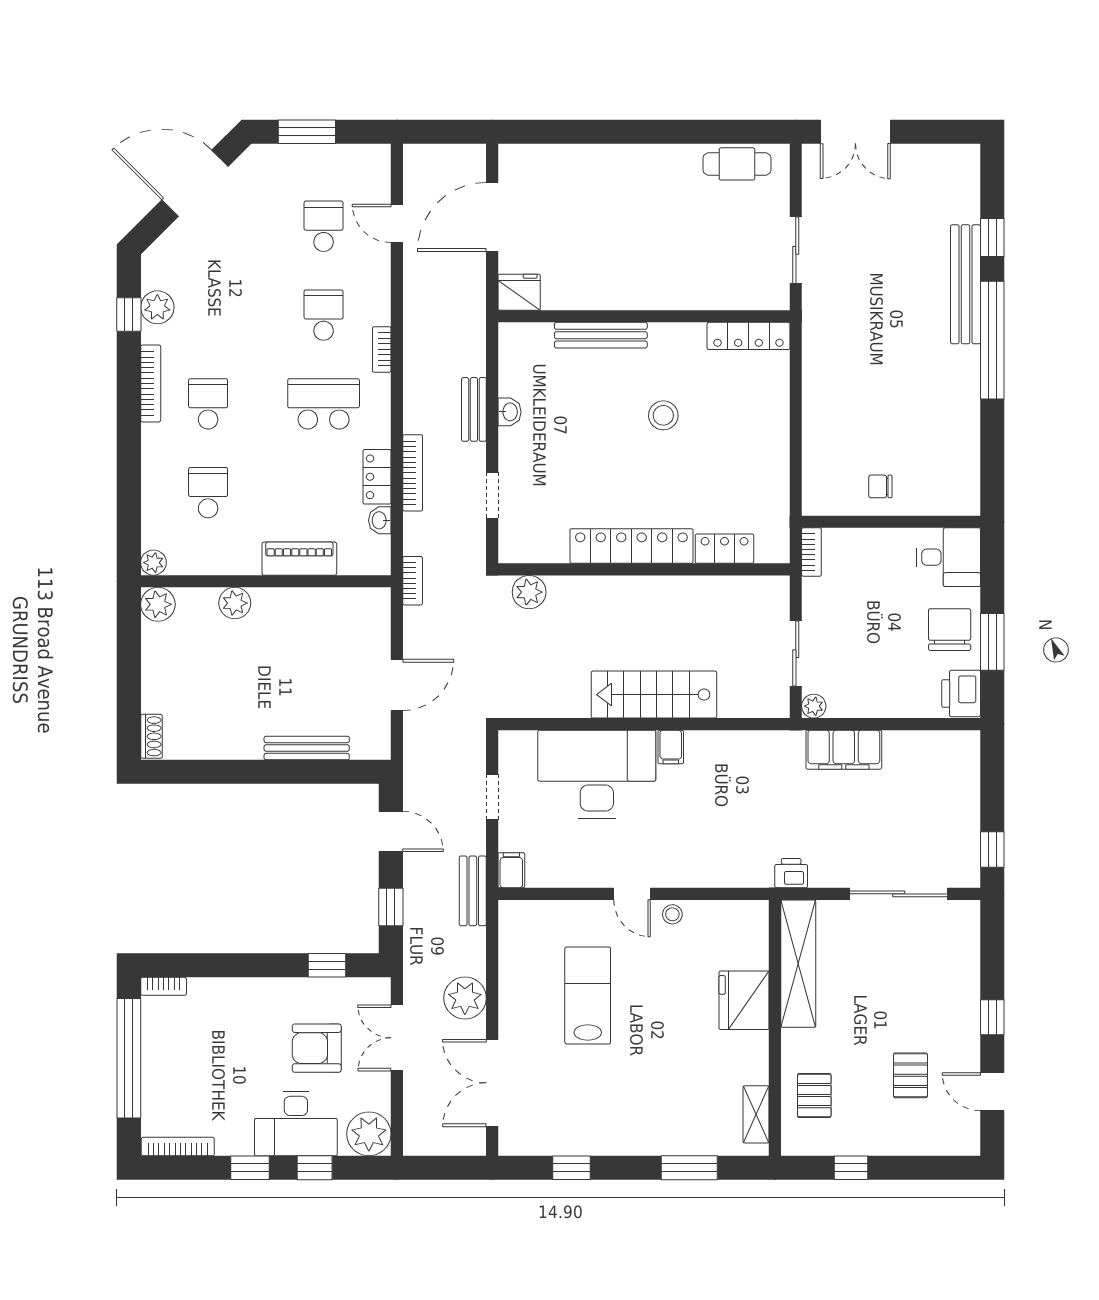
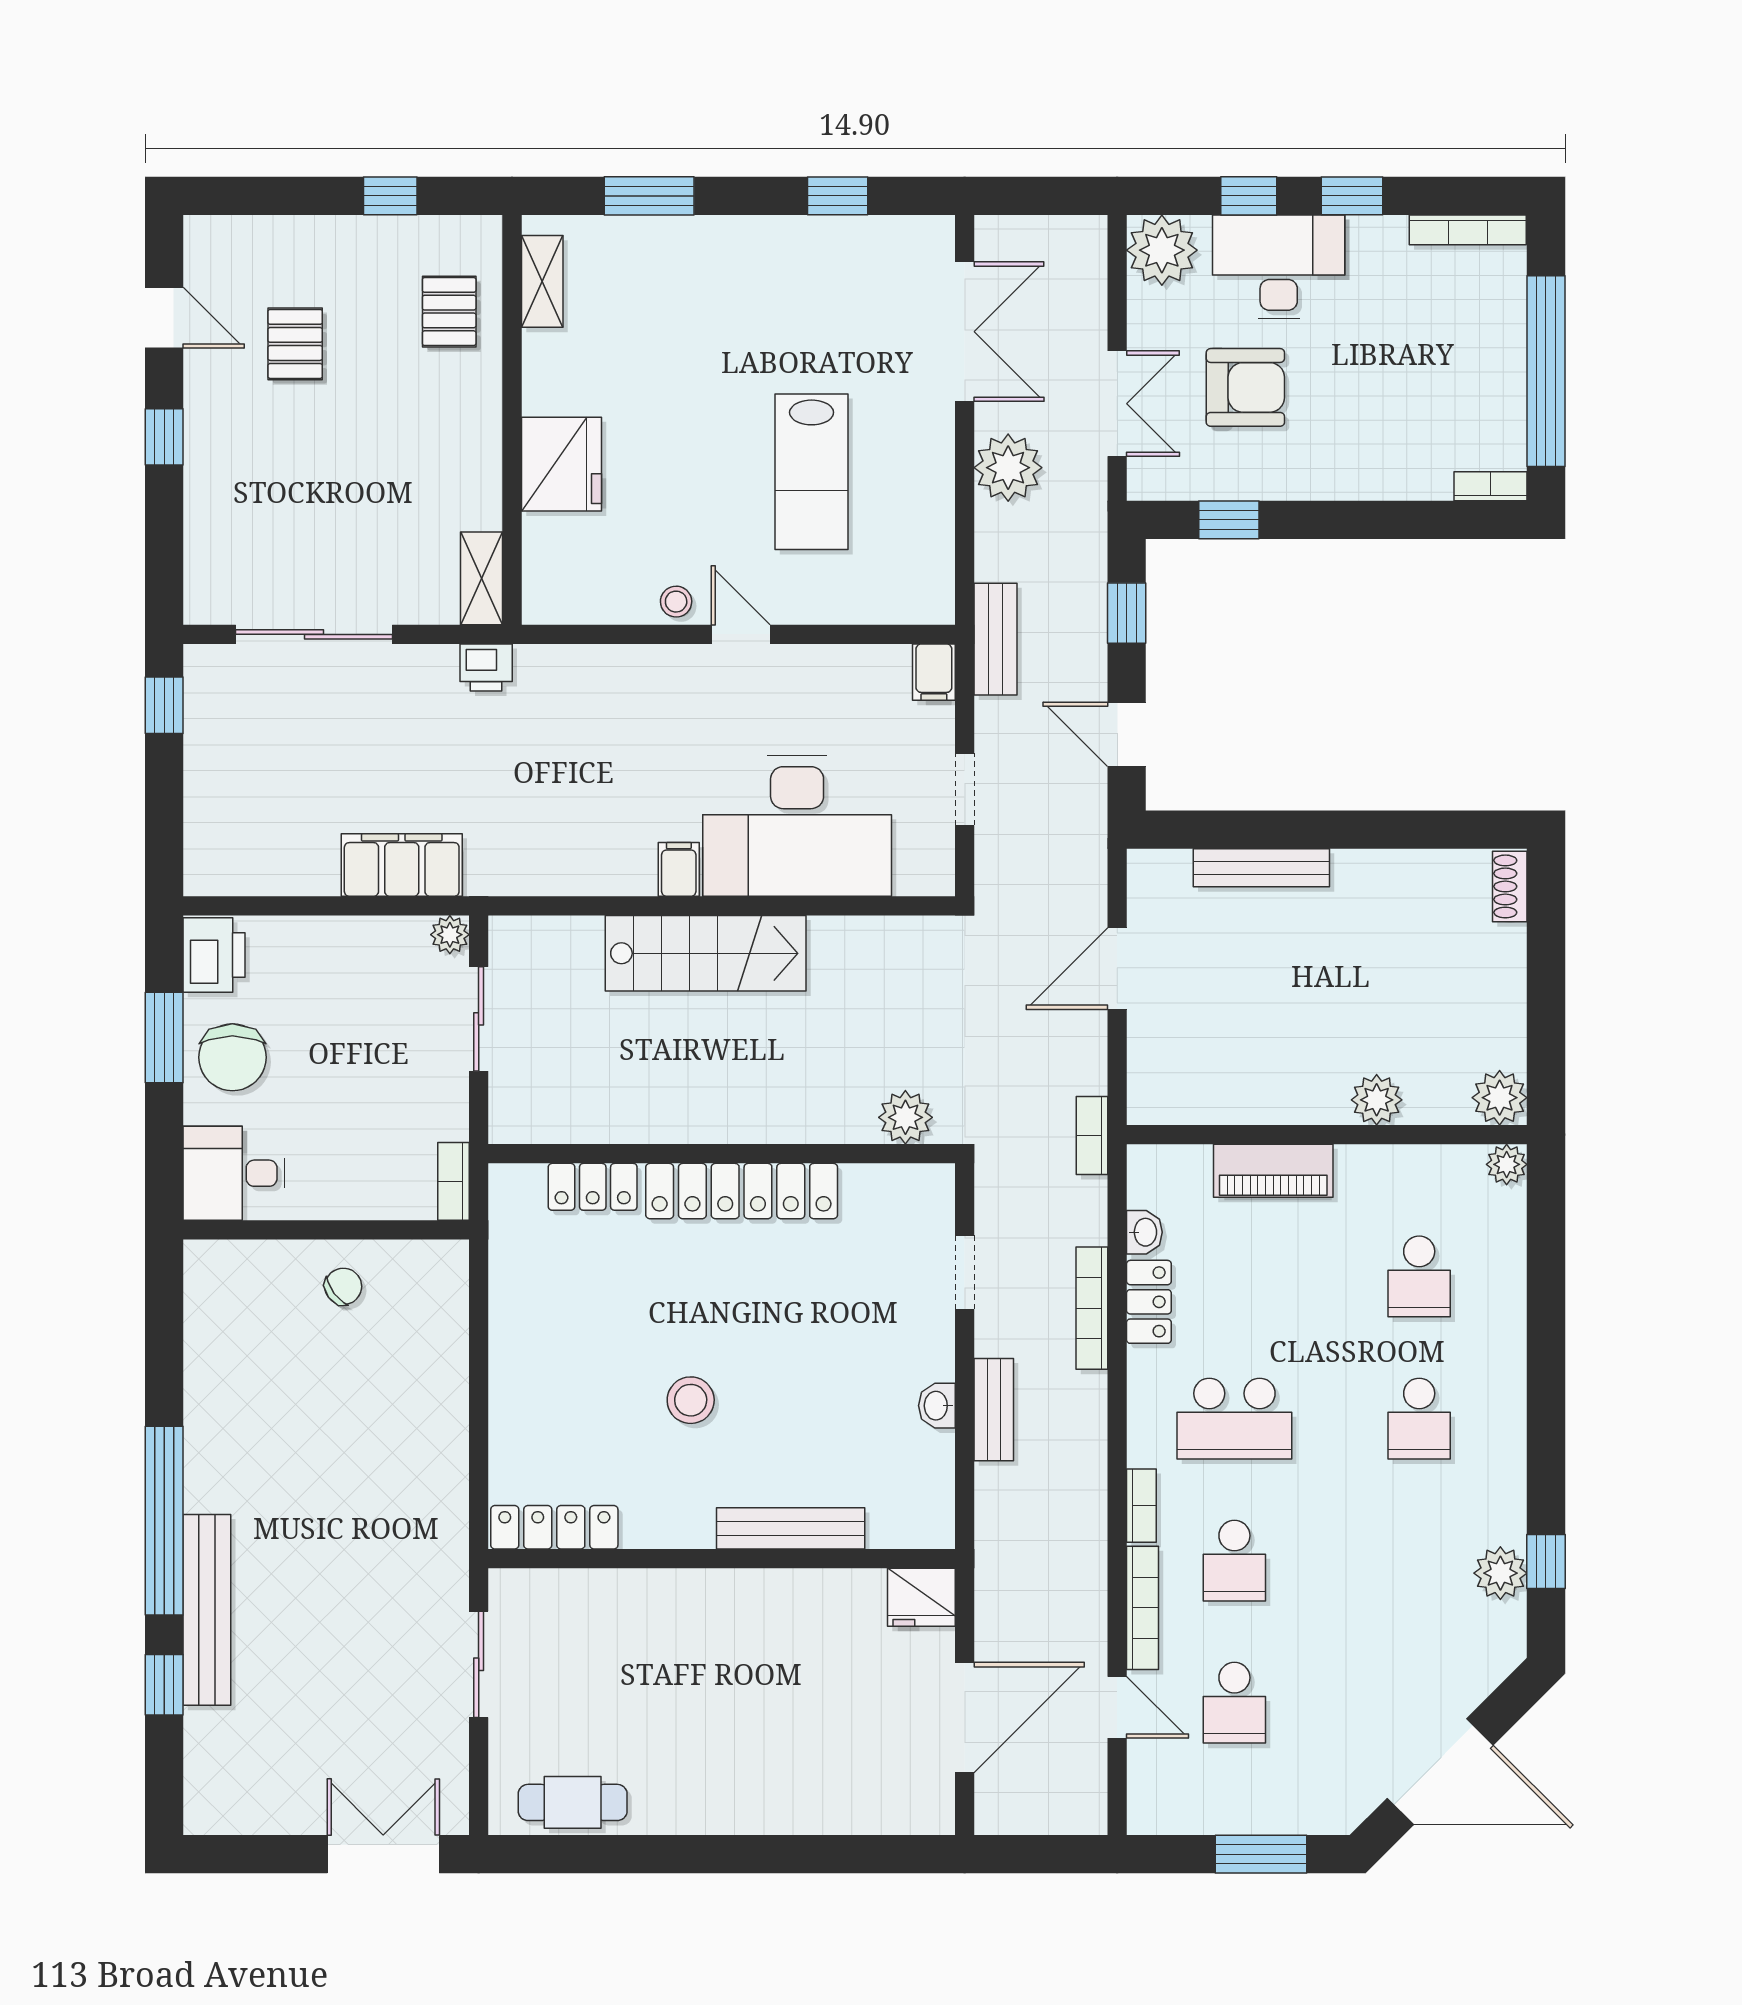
bookcase: (151, 383) -> (1142, 1608), moved, turned 180
chair: (880, 486) -> (343, 1286), turned -37
shelving: (798, 964) -> (482, 578), width x0.45, depth x0.75

